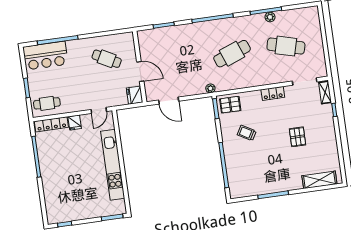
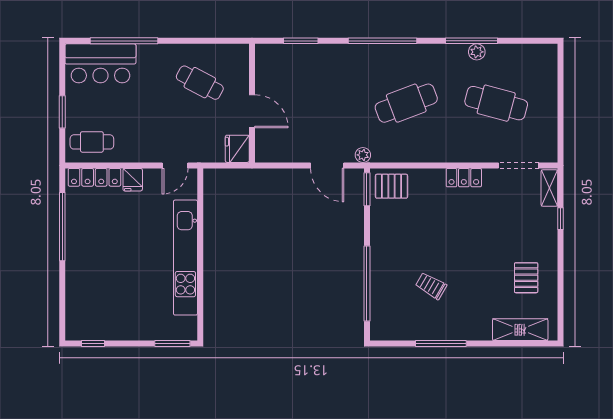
door: (169, 101) -> (327, 165), moved
trolley: (247, 133) -> (431, 286), moved
pallet: (298, 137) -> (526, 278), moved

